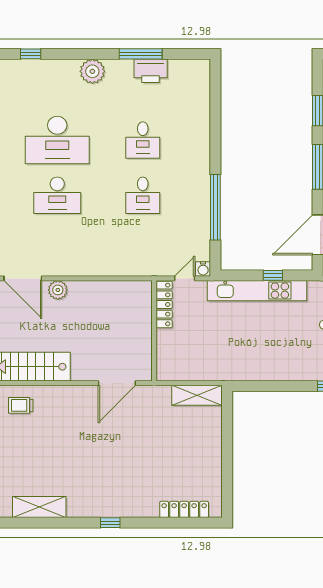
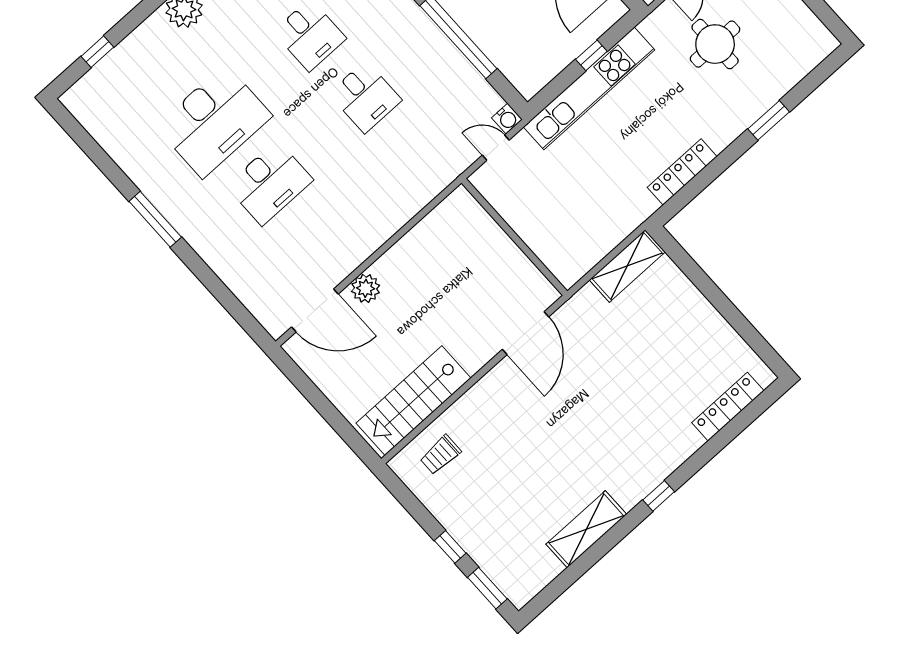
door: (185, 278) -> (496, 148), hinge flipped
locker: (164, 304) -> (682, 172), moved, turned -90
shelving: (39, 507) -> (586, 529), moved

